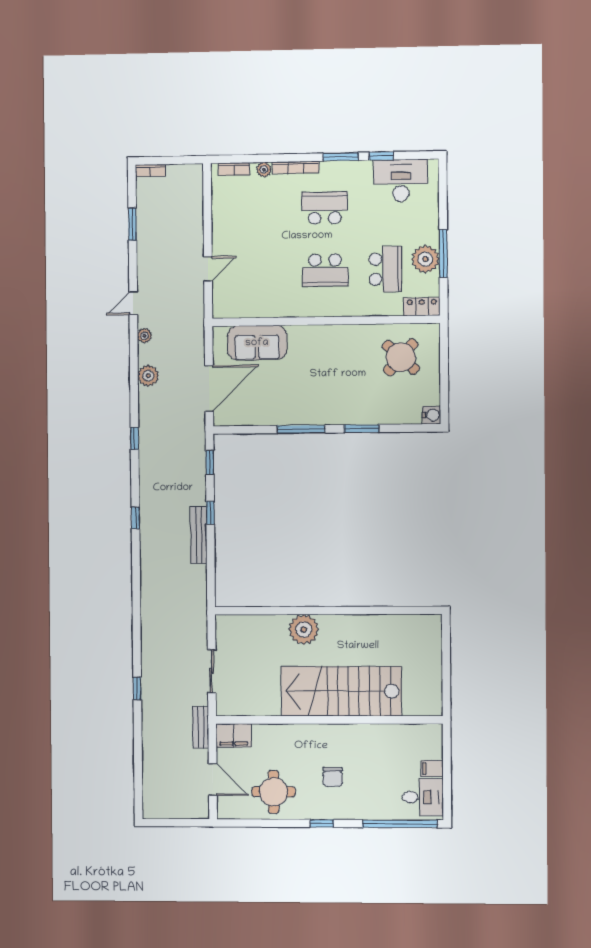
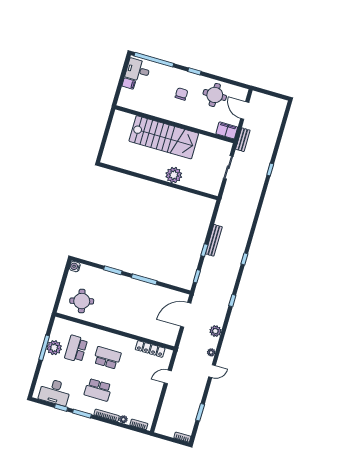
locker: (422, 307) -> (150, 349), moved, width x1.53
sofa: (257, 343) -> (154, 331), removed
round table: (401, 357) -> (82, 301), turned 34

